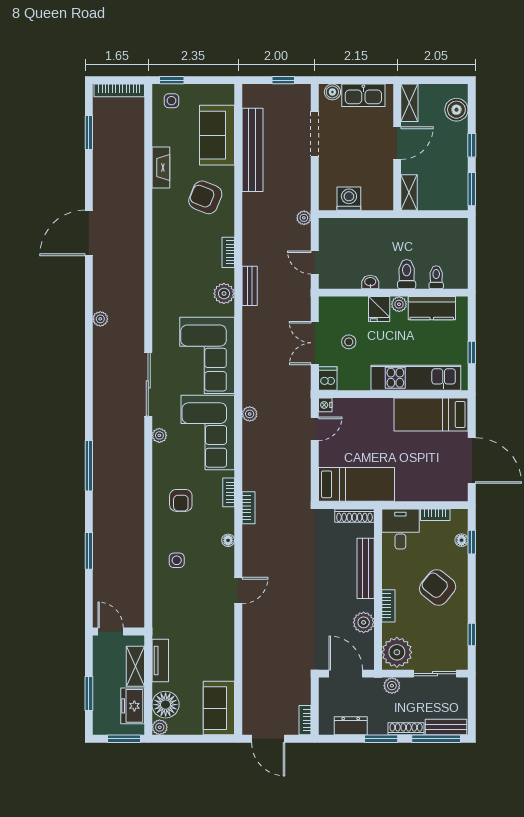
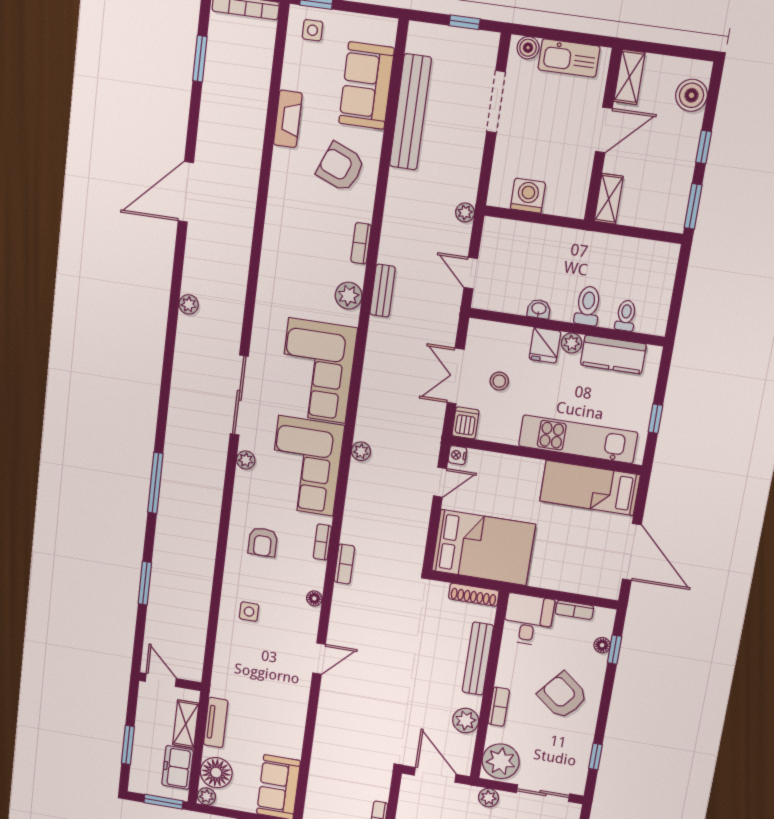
bed: (356, 484) -> (483, 547), width x1.50

